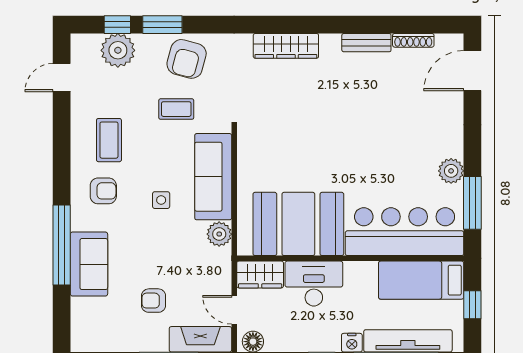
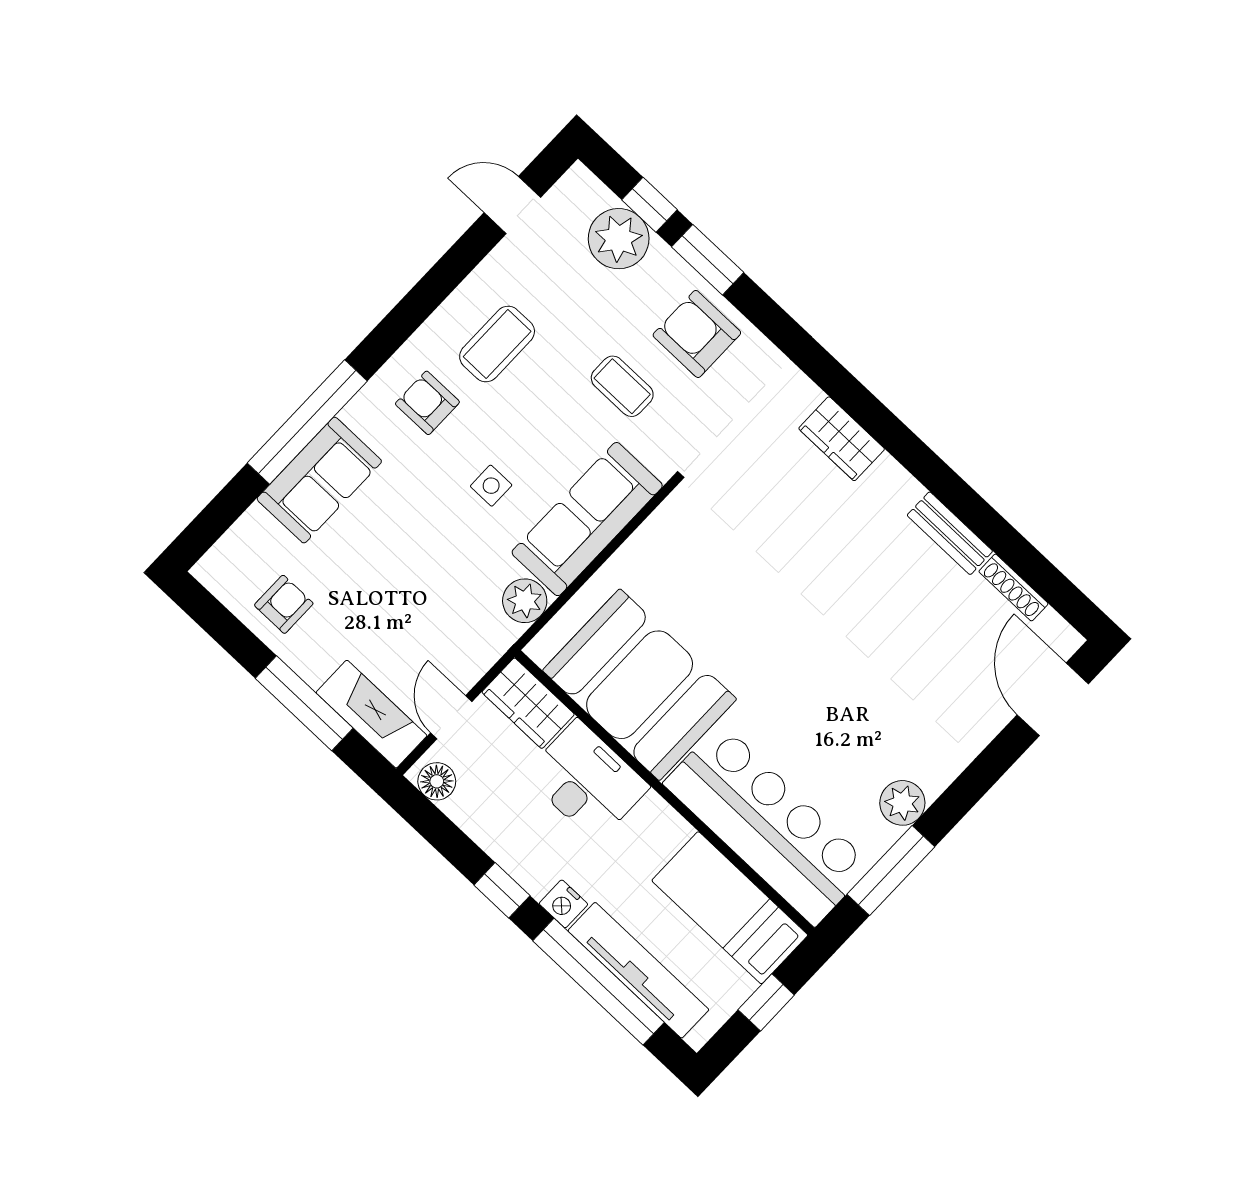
wardrobe: (286, 46) -> (842, 439), width x0.67
armchair: (187, 59) -> (697, 334), turned 75
door: (472, 71) -> (1053, 699), hinge flipped
armchair: (103, 191) -> (427, 403), turned 180
armchair: (154, 301) -> (284, 604), moved, turned 90

